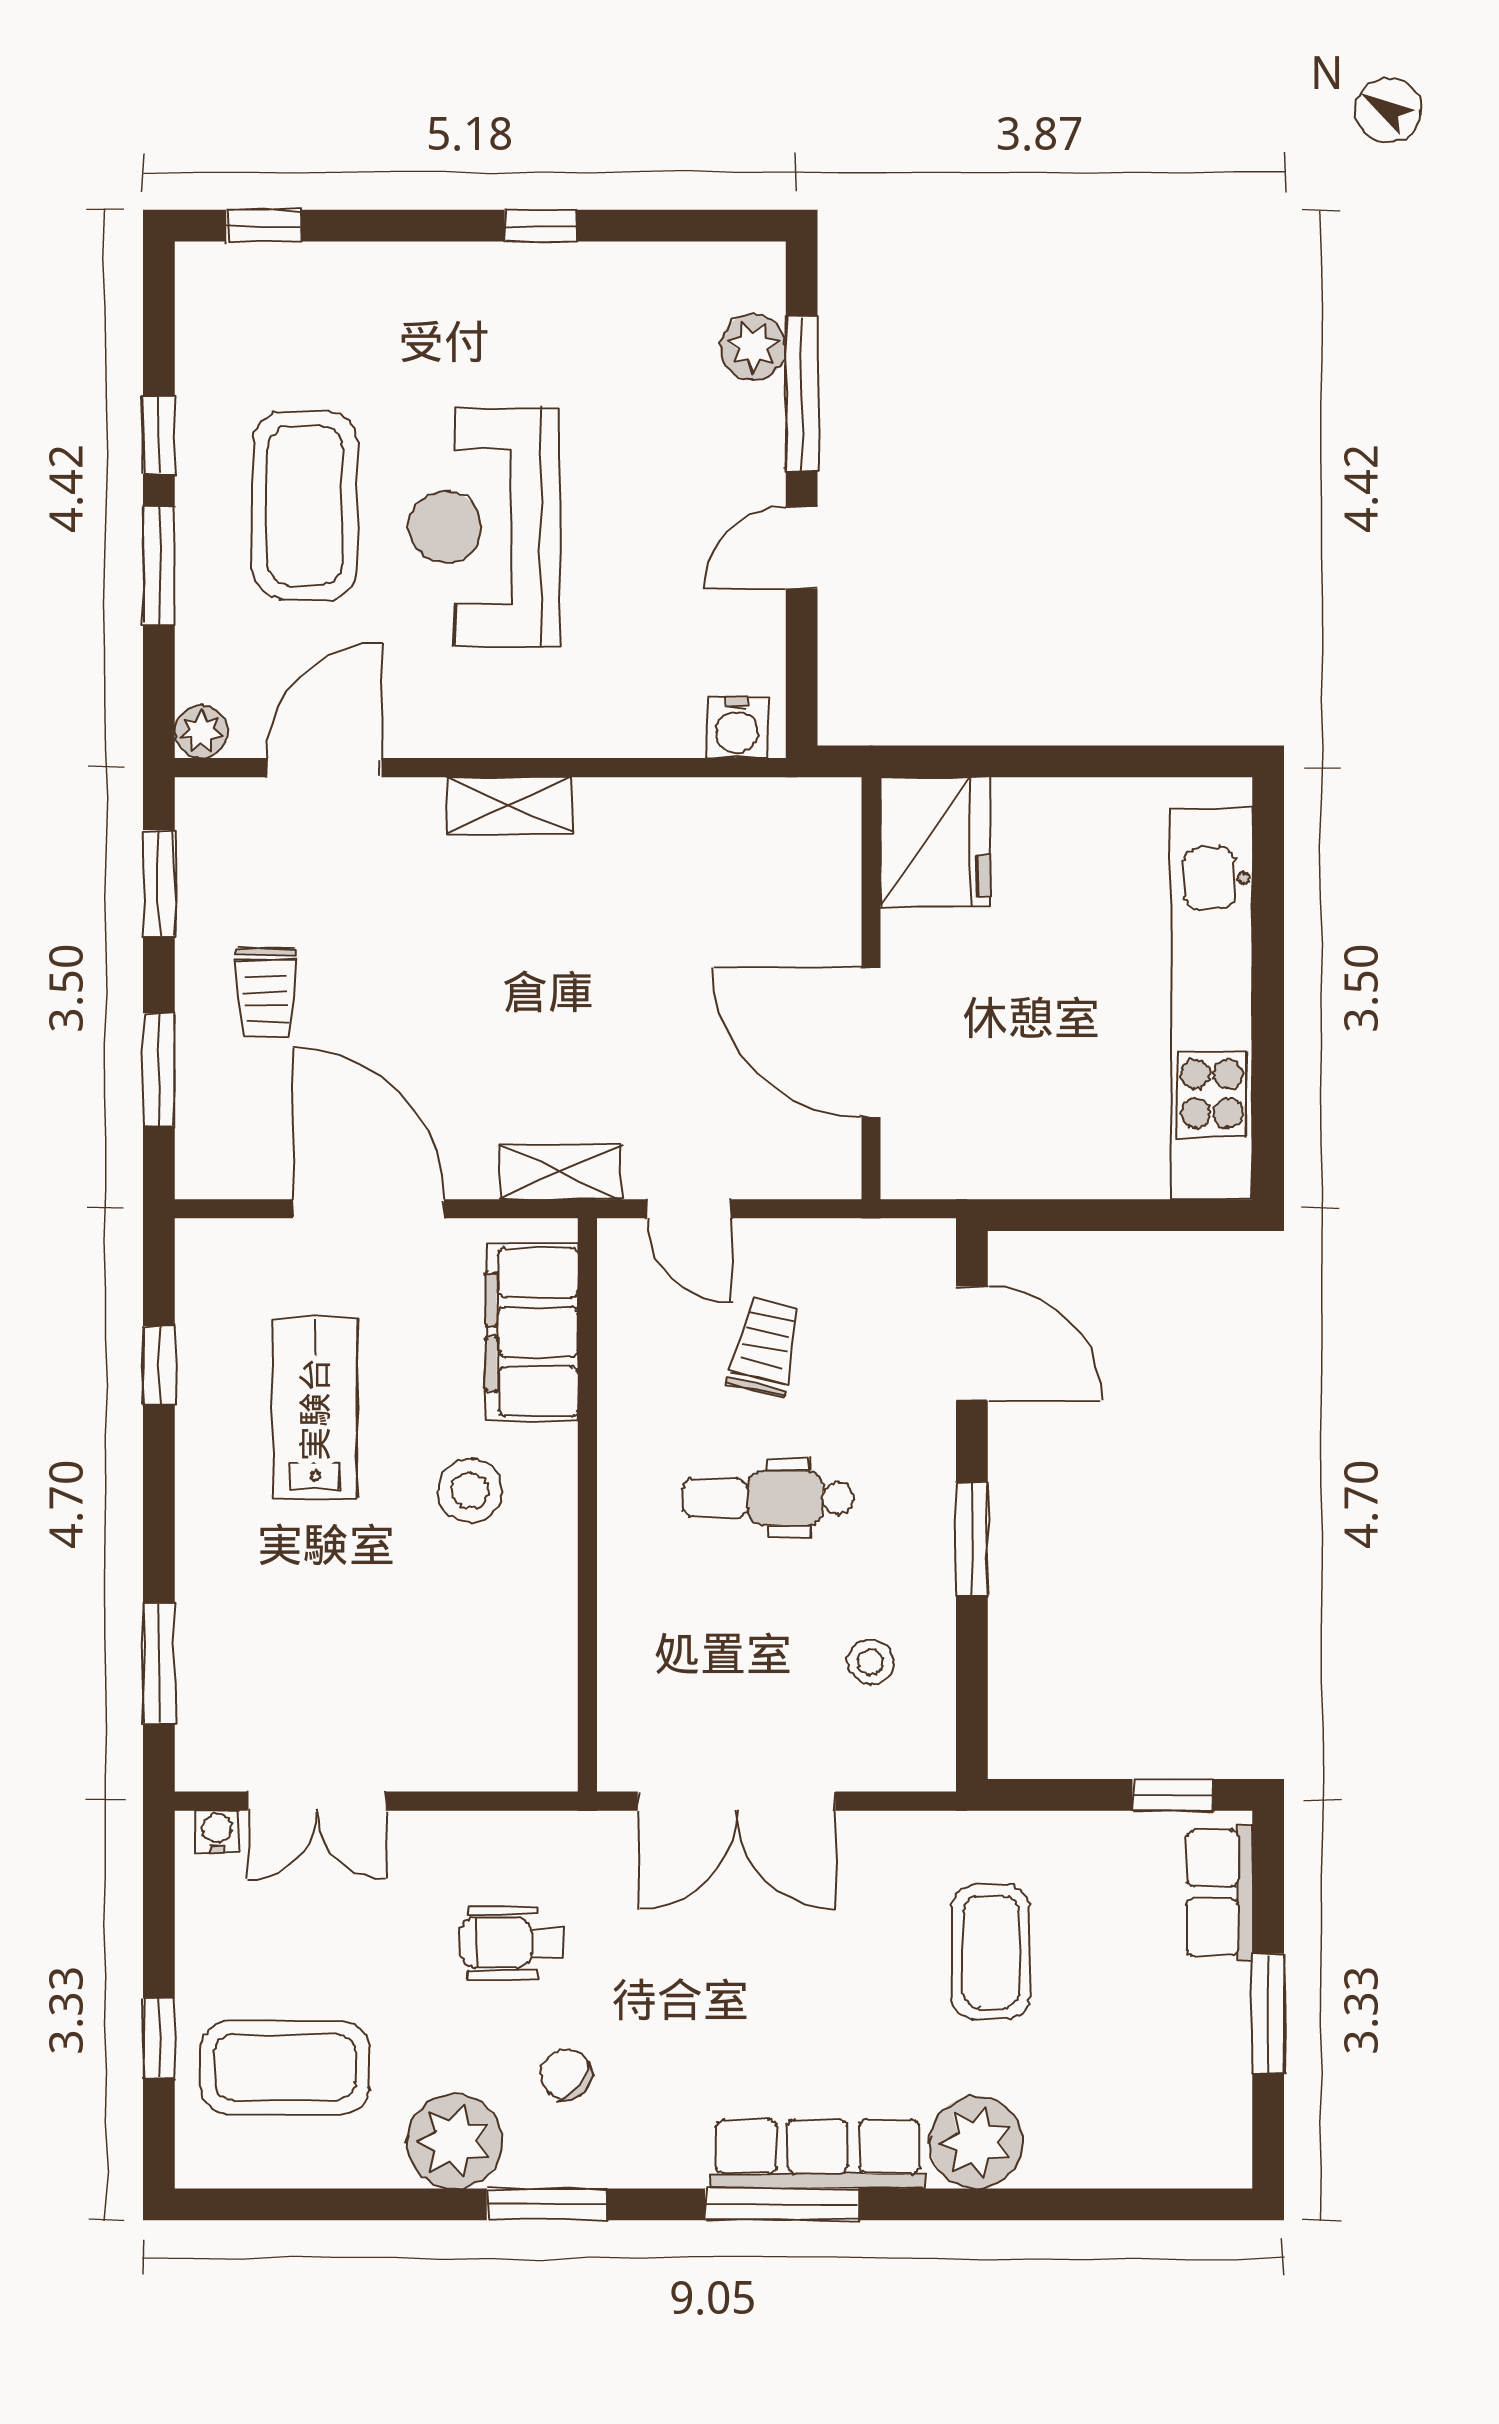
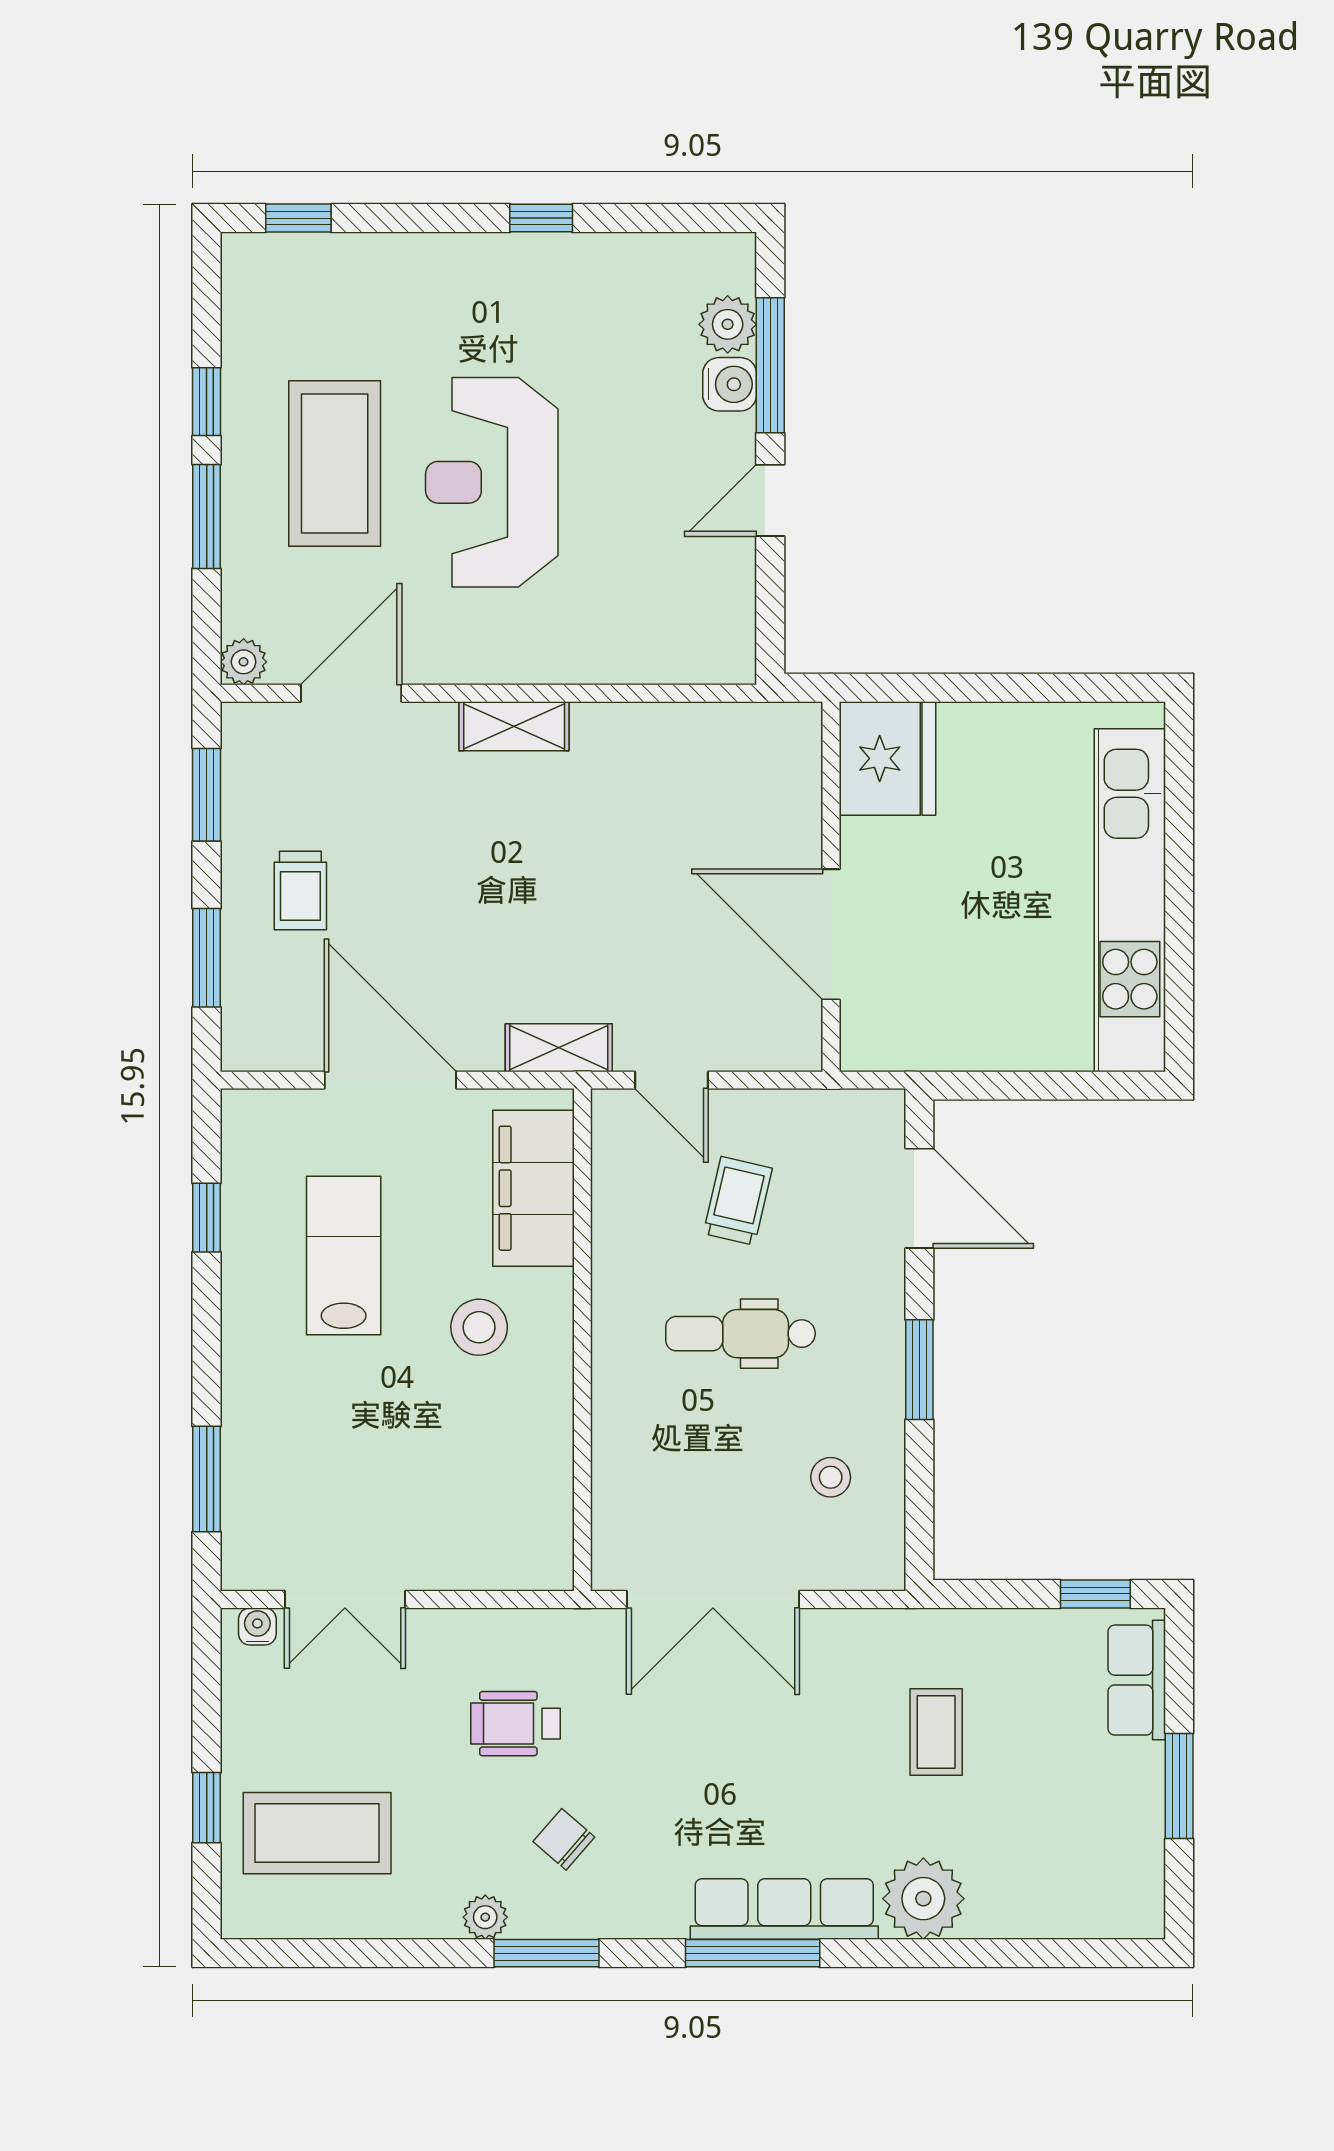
water cooler: (737, 728) -> (730, 384), moved, turned -90
coffee table: (991, 1952) -> (936, 1732), width x0.73, depth x0.77
plant: (455, 2141) -> (485, 1917), width x0.53, depth x0.53

